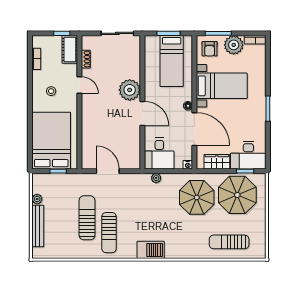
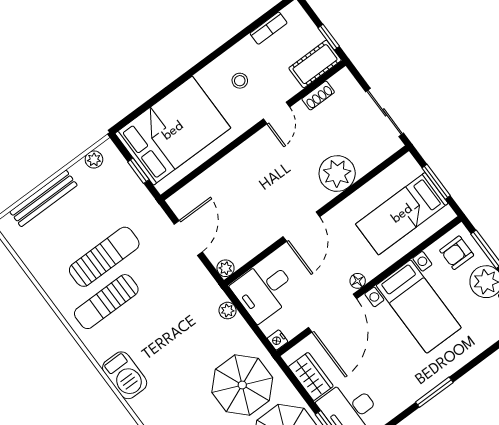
plant: (130, 90) -> (337, 173), moved
plant: (135, 164) -> (226, 268), added
plant: (37, 199) -> (94, 160), moved

